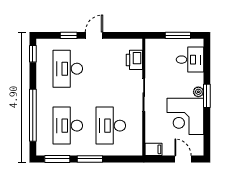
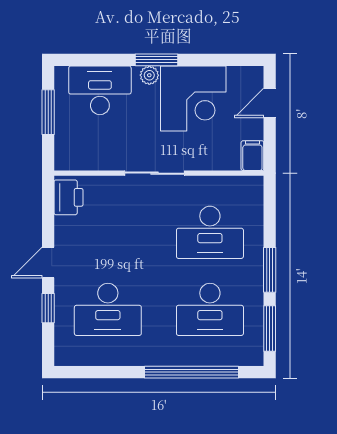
door: (94, 35) -> (48, 262), hinge flipped
window: (33, 54) -> (81, 372), removed
printer: (134, 60) -> (68, 197), moved, turned -90
desk: (190, 60) -> (100, 90), width x1.37

